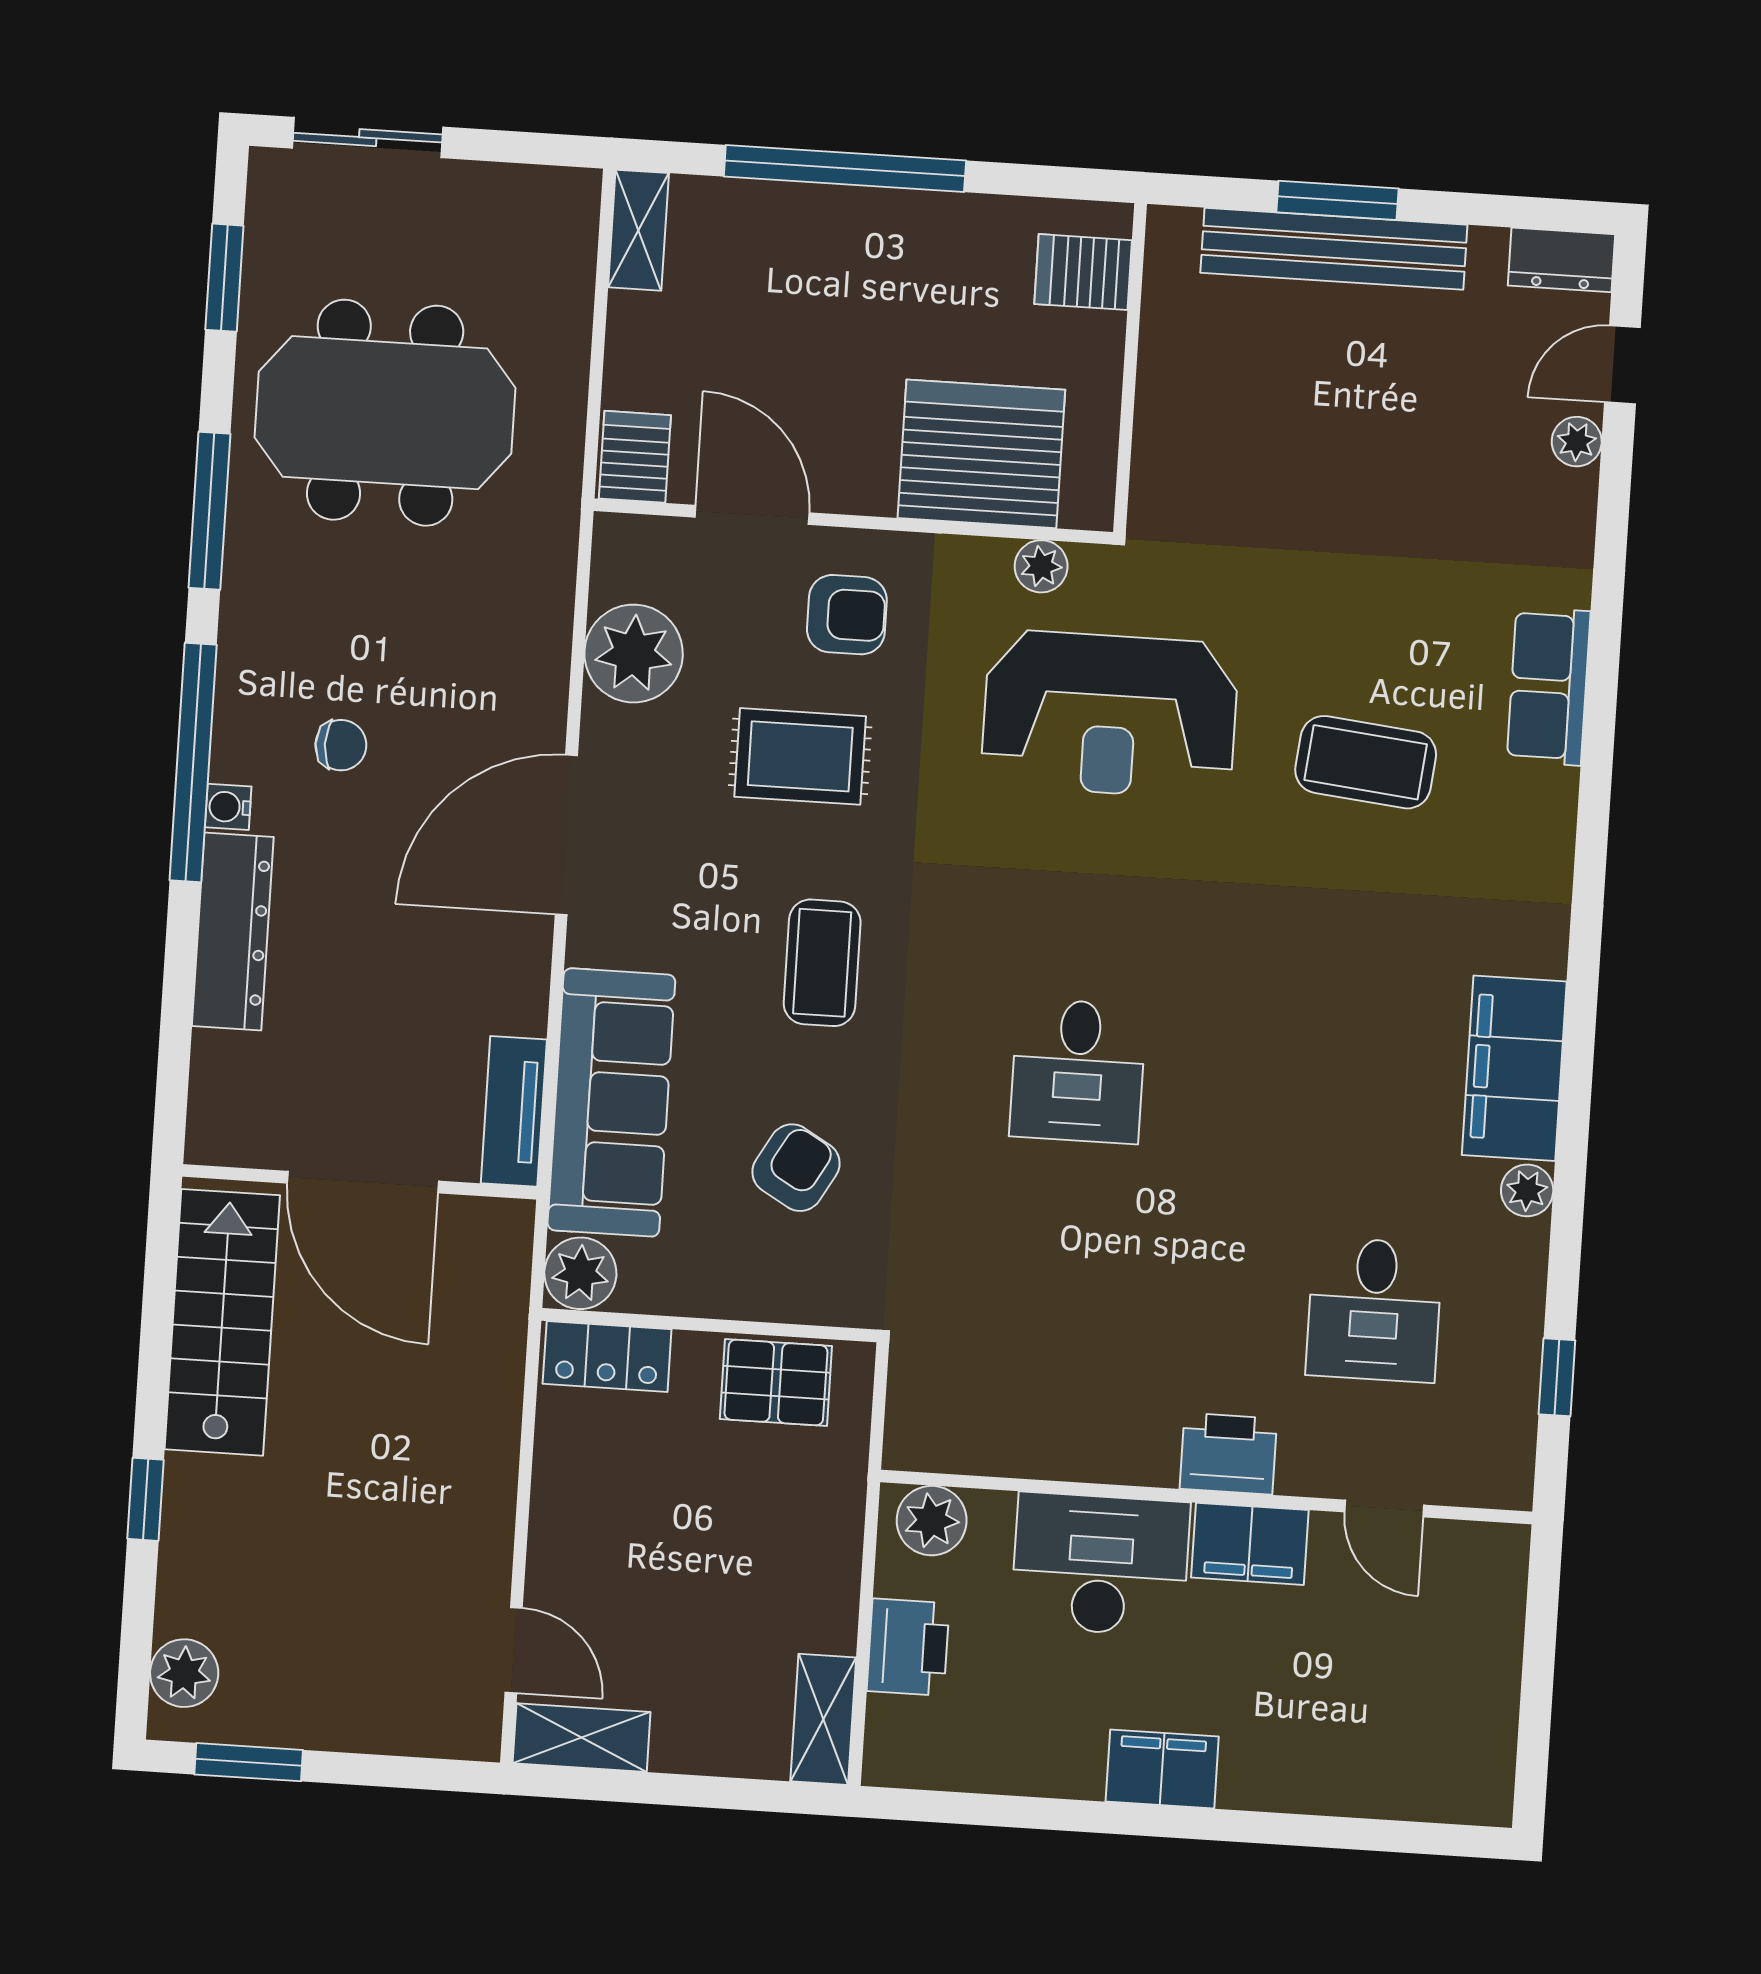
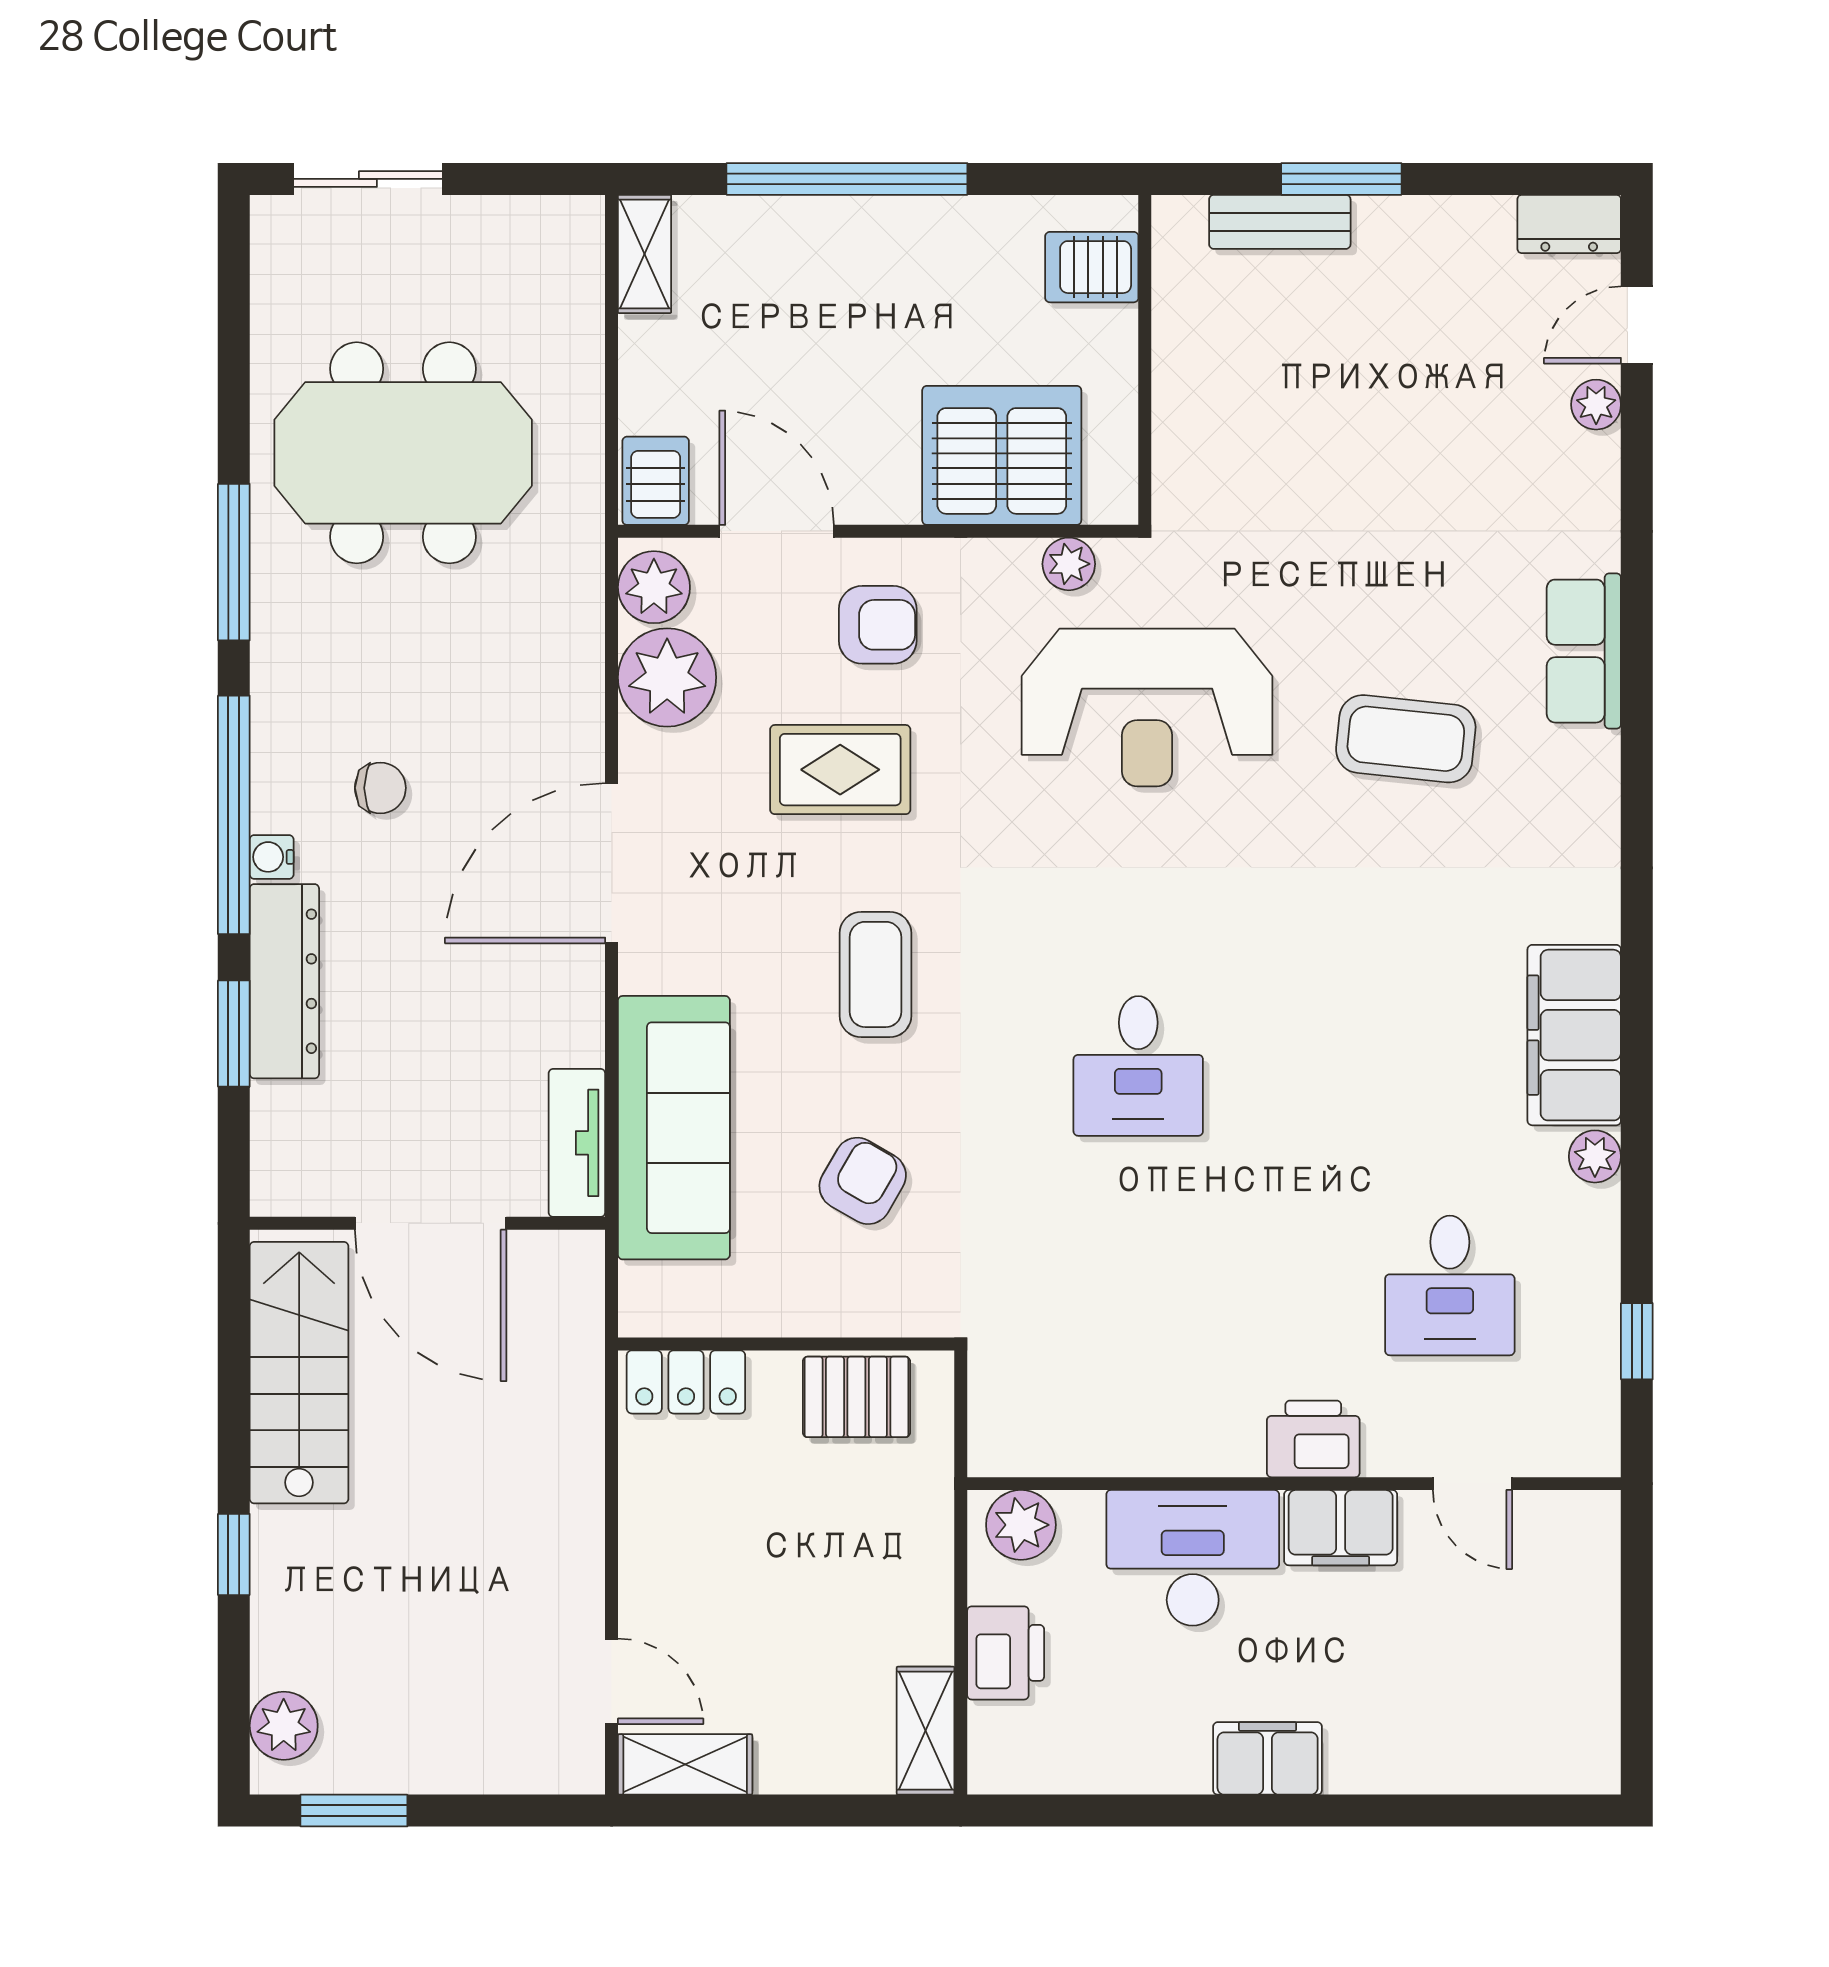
bench: (1334, 249) -> (1280, 222), width x0.54, depth x0.82
window: (224, 278) -> (234, 1034), moved
plant: (580, 1273) -> (654, 587), moved

